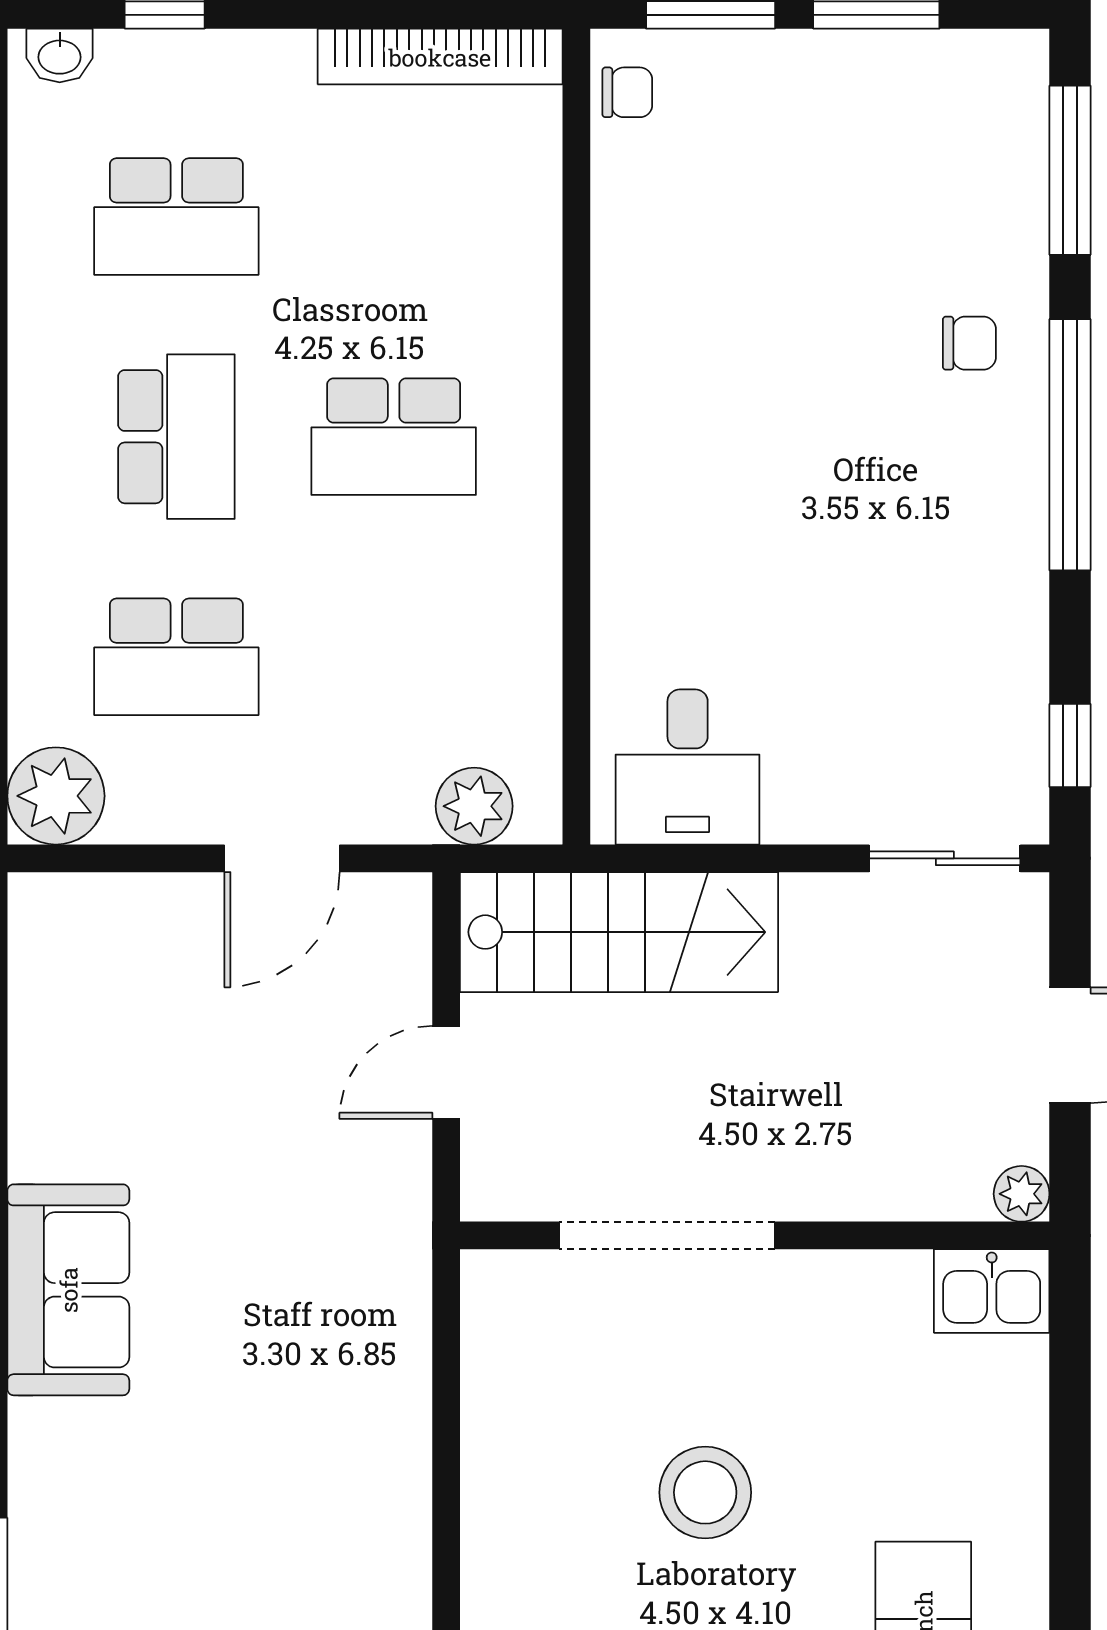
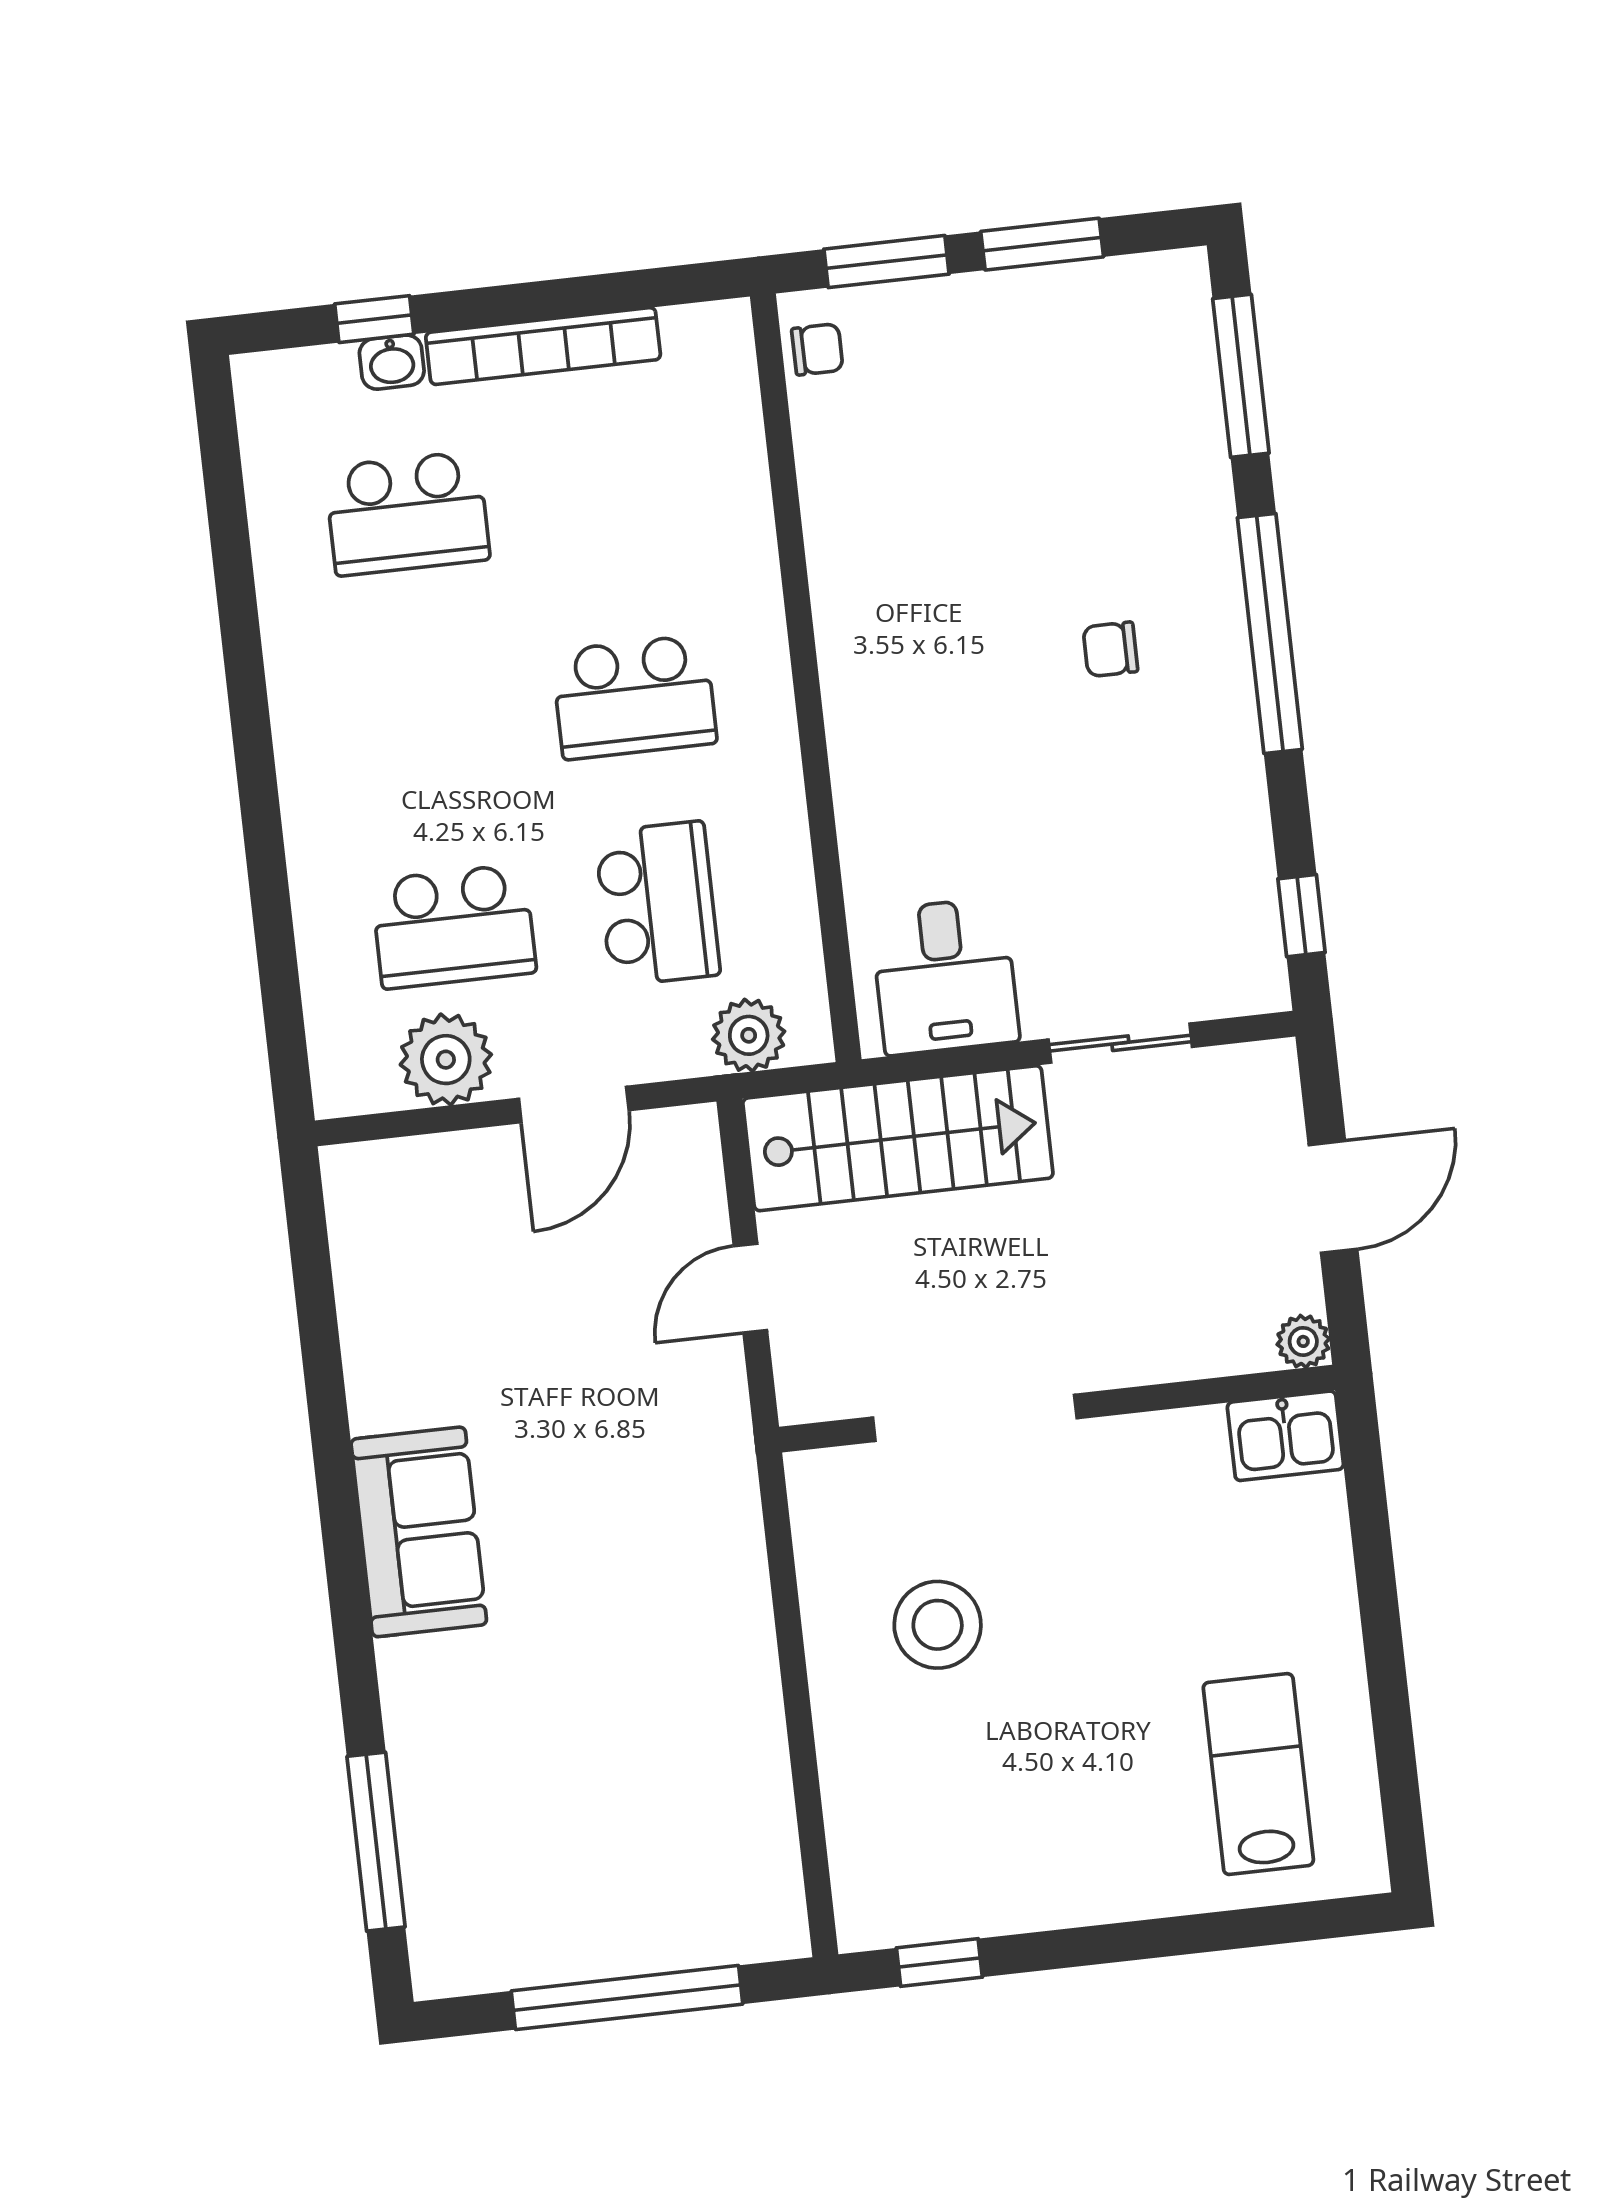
washbasin: (60, 55) -> (392, 362), moved
bookcase: (440, 57) -> (543, 346), moved
chair: (969, 343) -> (1110, 649), moved, turned 180
school desk: (176, 437) -> (657, 904), moved
plant: (56, 796) -> (446, 1060), moved
sliding door: (945, 858) -> (1120, 1043), moved
stool: (705, 1492) -> (938, 1625), moved

